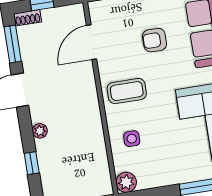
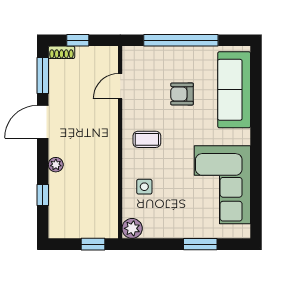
door: (92, 42) -> (120, 86), width x0.73
coffee table: (127, 91) -> (147, 139), width x0.73, depth x0.77

